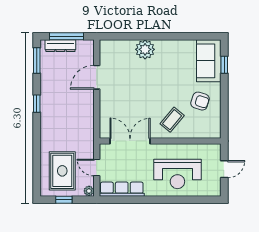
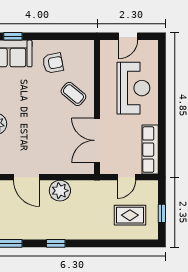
armchair: (200, 101) -> (53, 63), turned 61
door: (224, 169) -> (128, 36), swing flipped
rug: (62, 171) -> (130, 215), width x0.73, depth x0.70
plant: (89, 191) -> (60, 191), moved, width x1.88, depth x1.88

